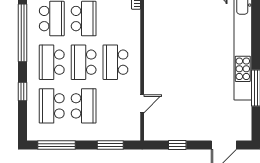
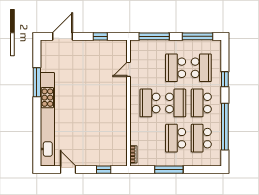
school desk: (52, 62) -> (201, 103), turned 180
school desk: (115, 62) -> (150, 103), turned 180
window: (110, 145) -> (154, 36), width x1.44

